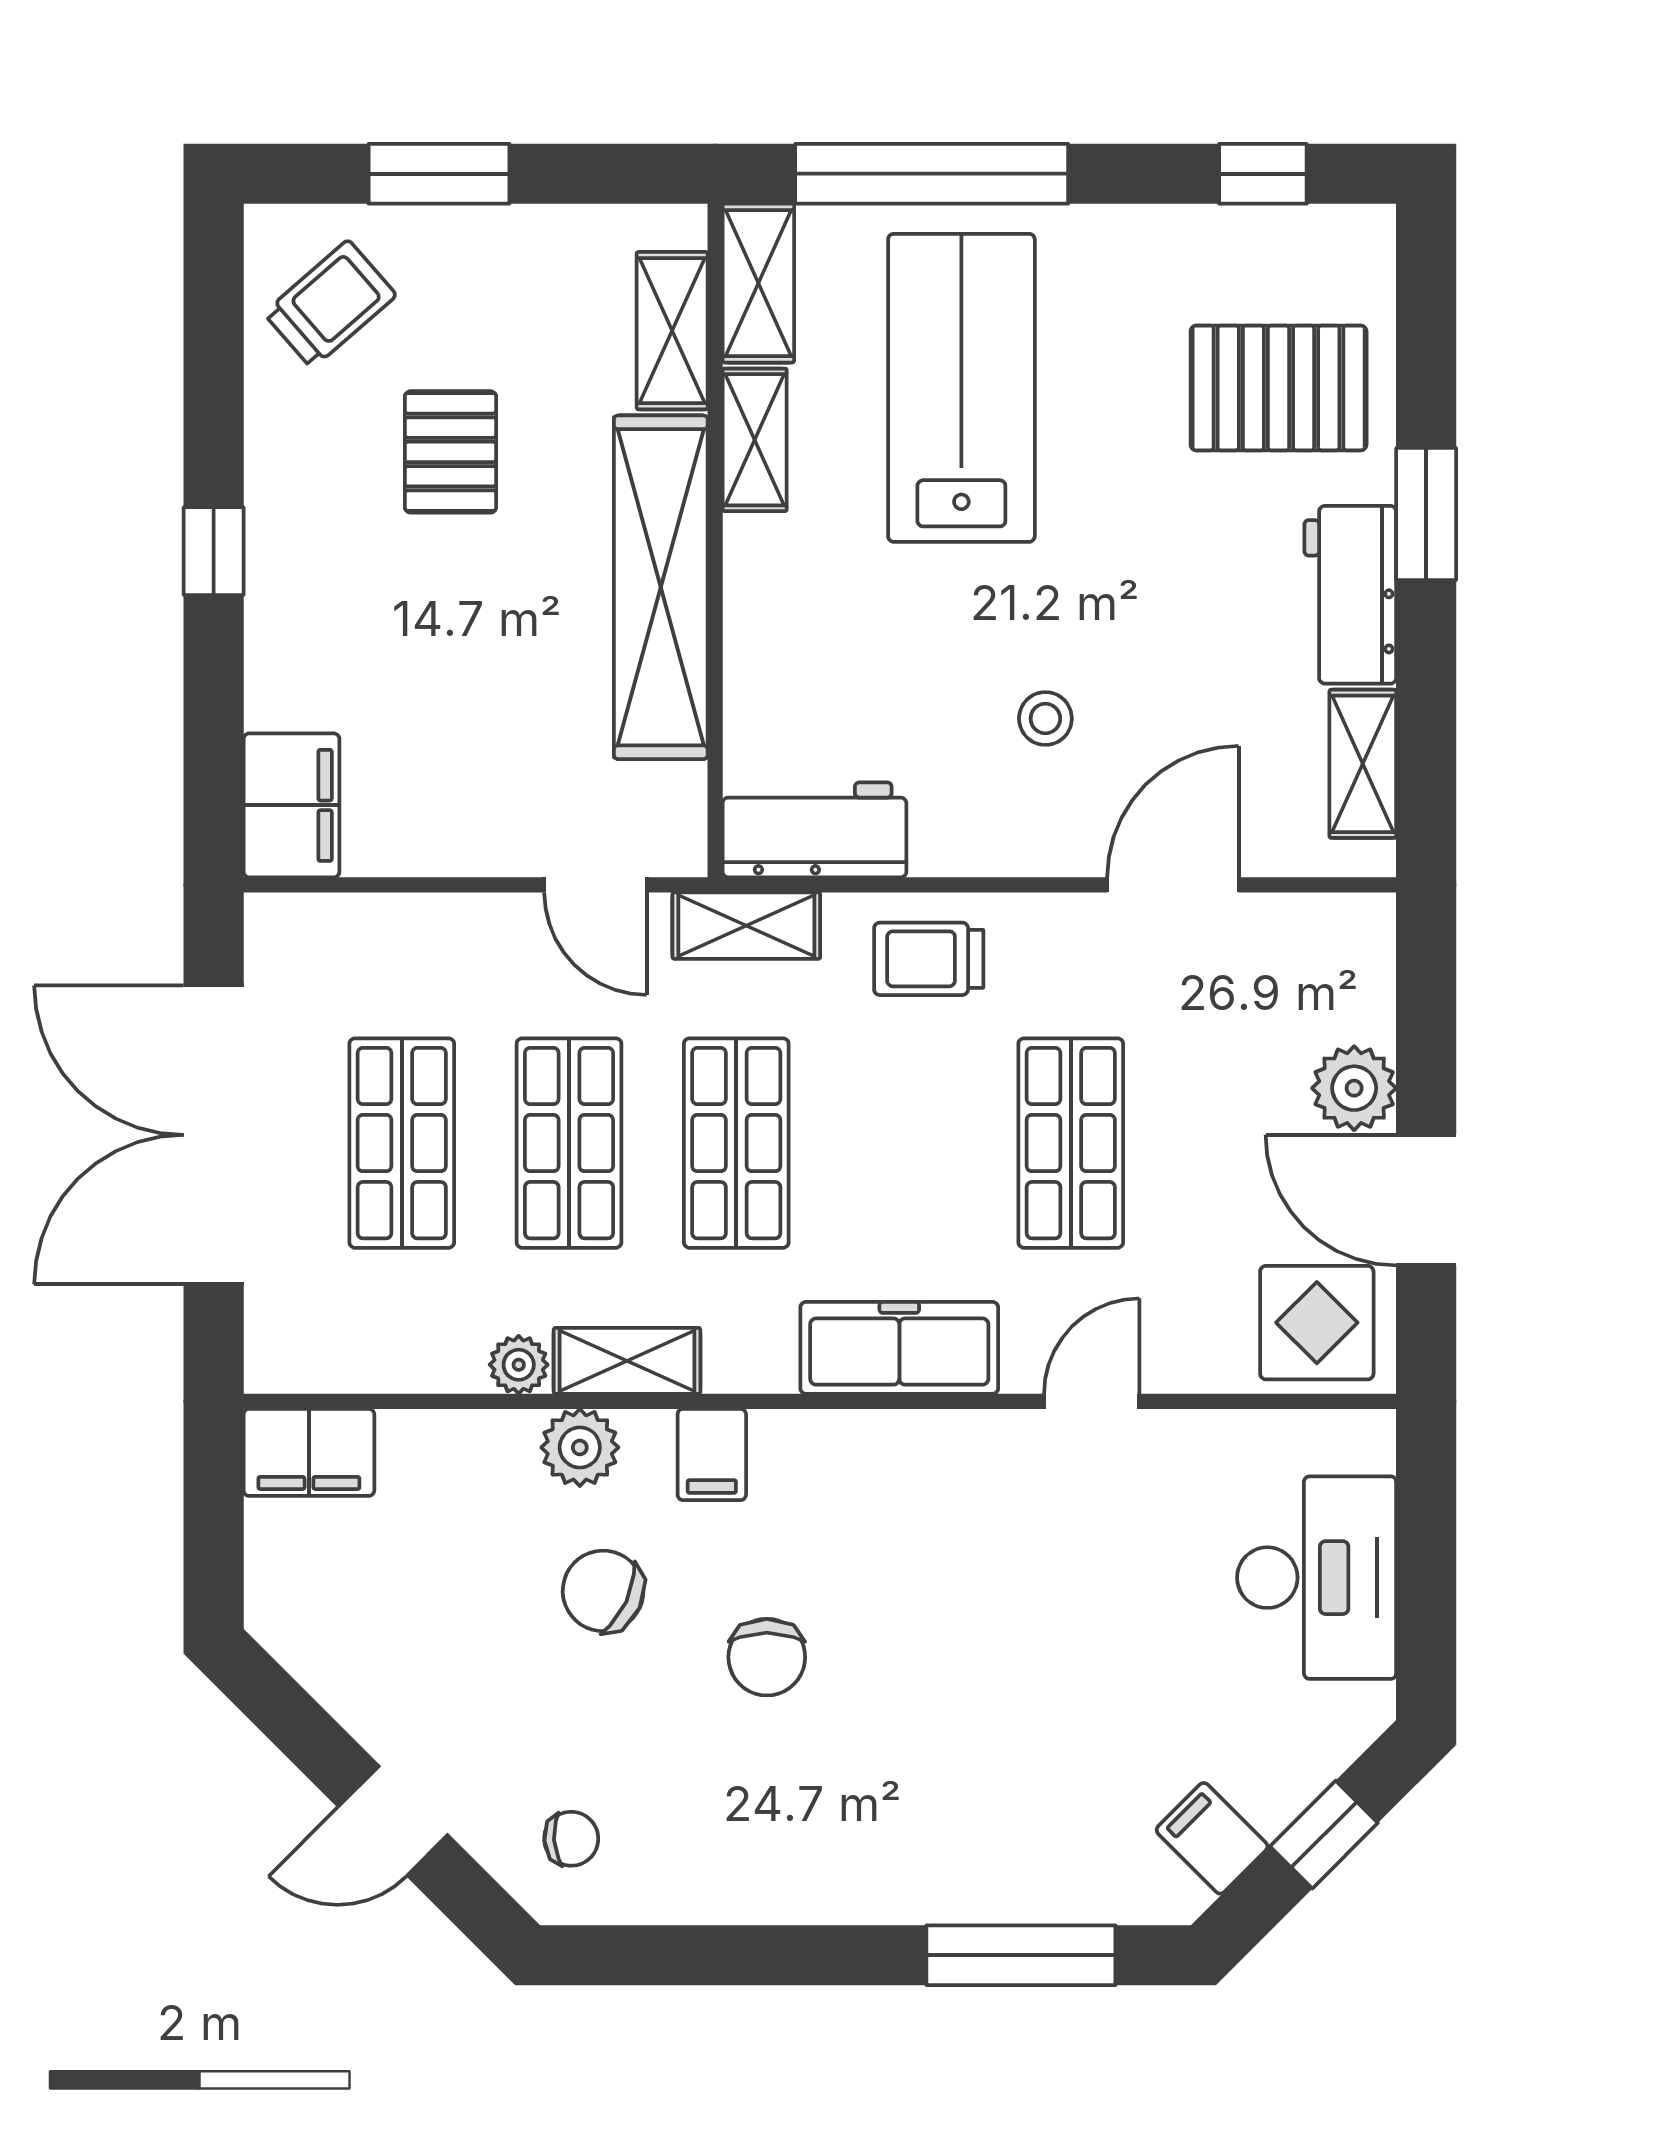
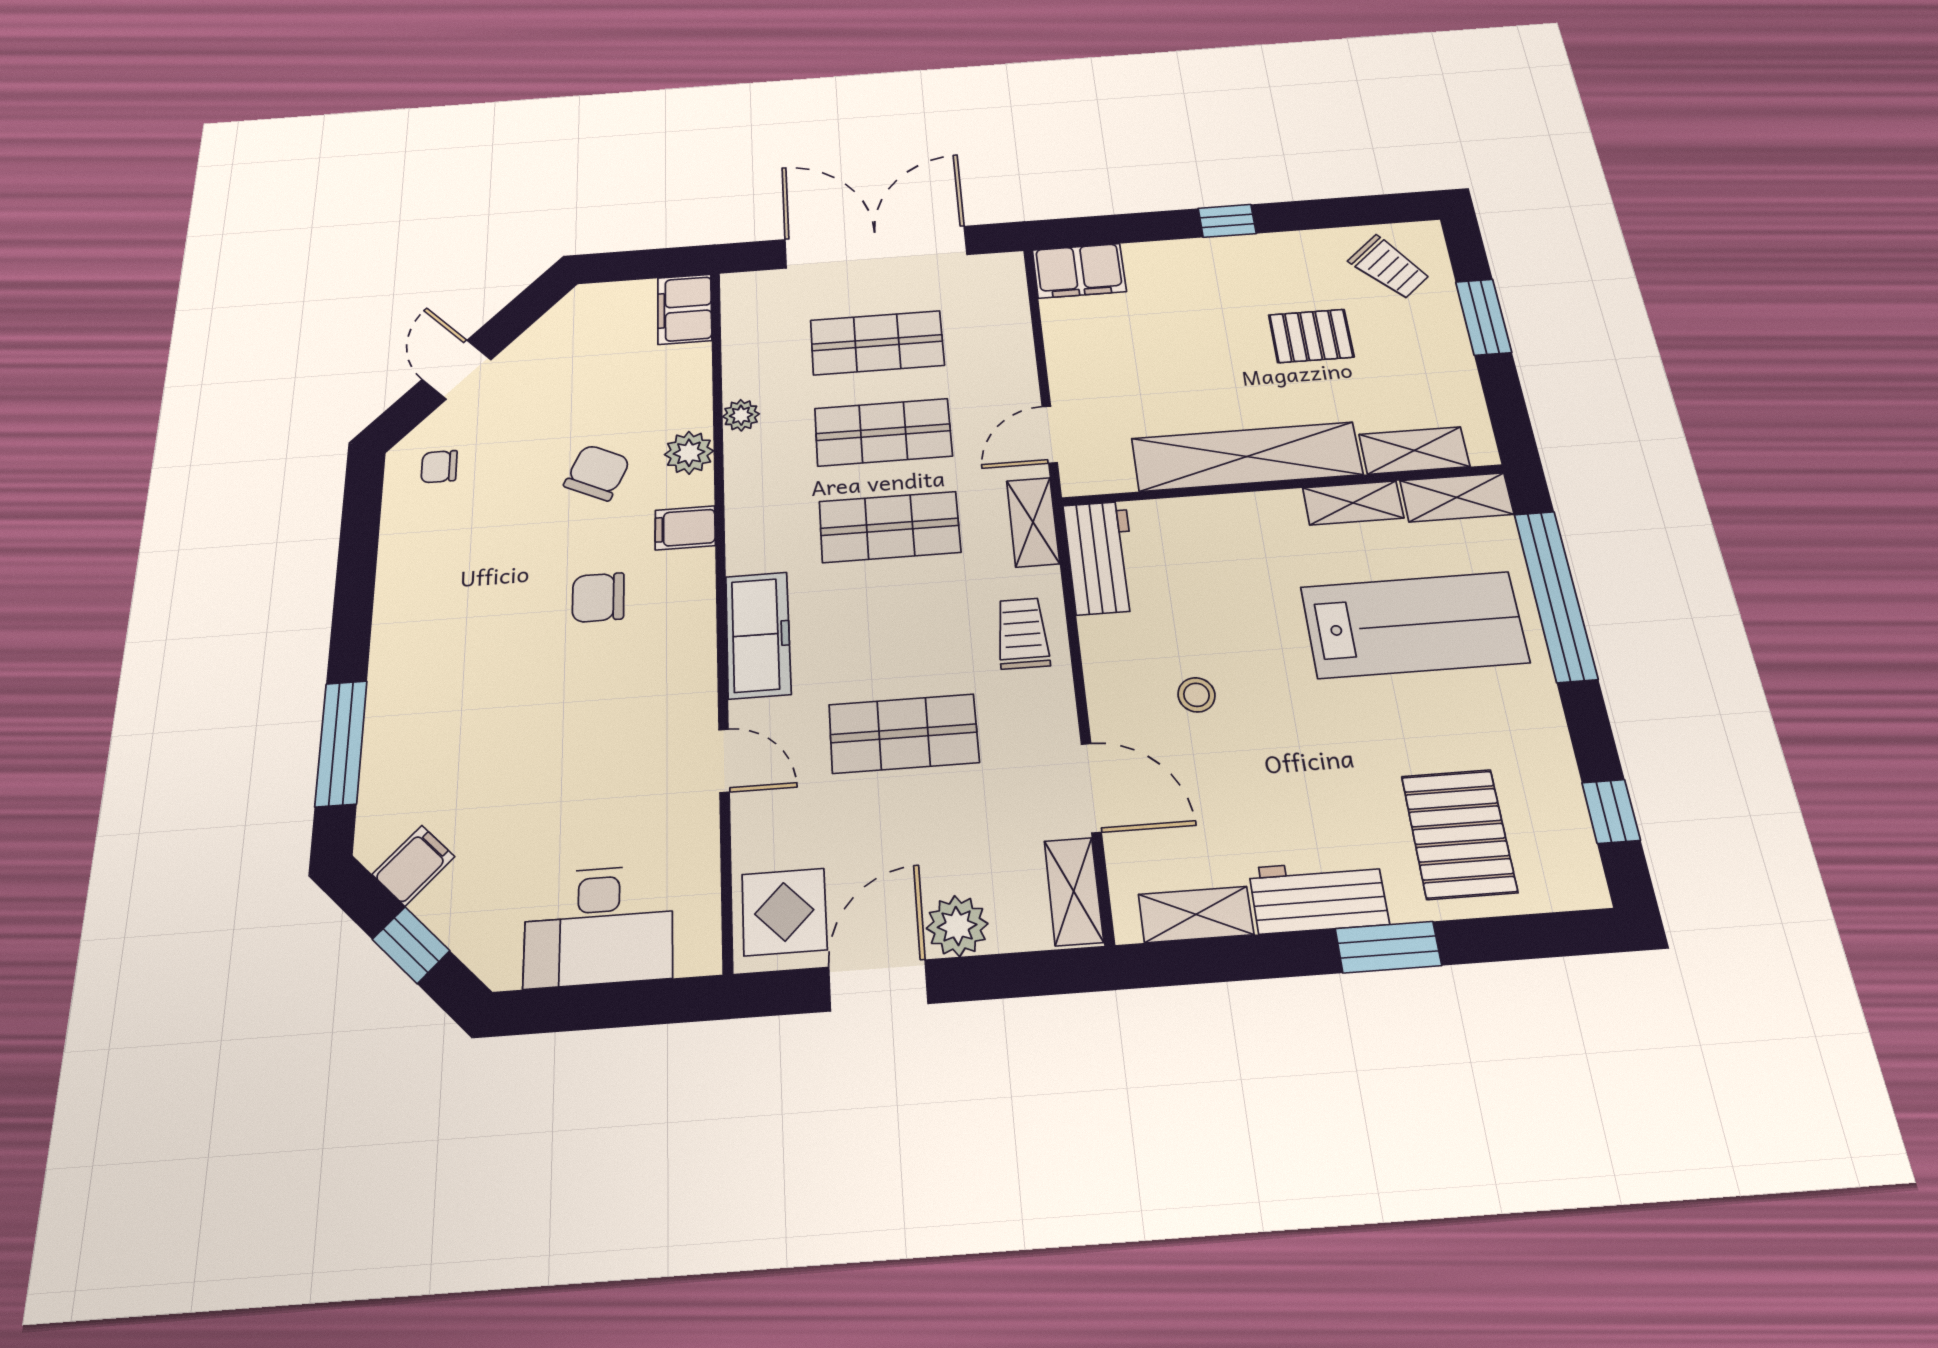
shelving: (627, 1361) -> (1074, 891), moved
chair: (767, 1657) -> (598, 597), moved
chair: (571, 1839) -> (439, 467), turned 94

